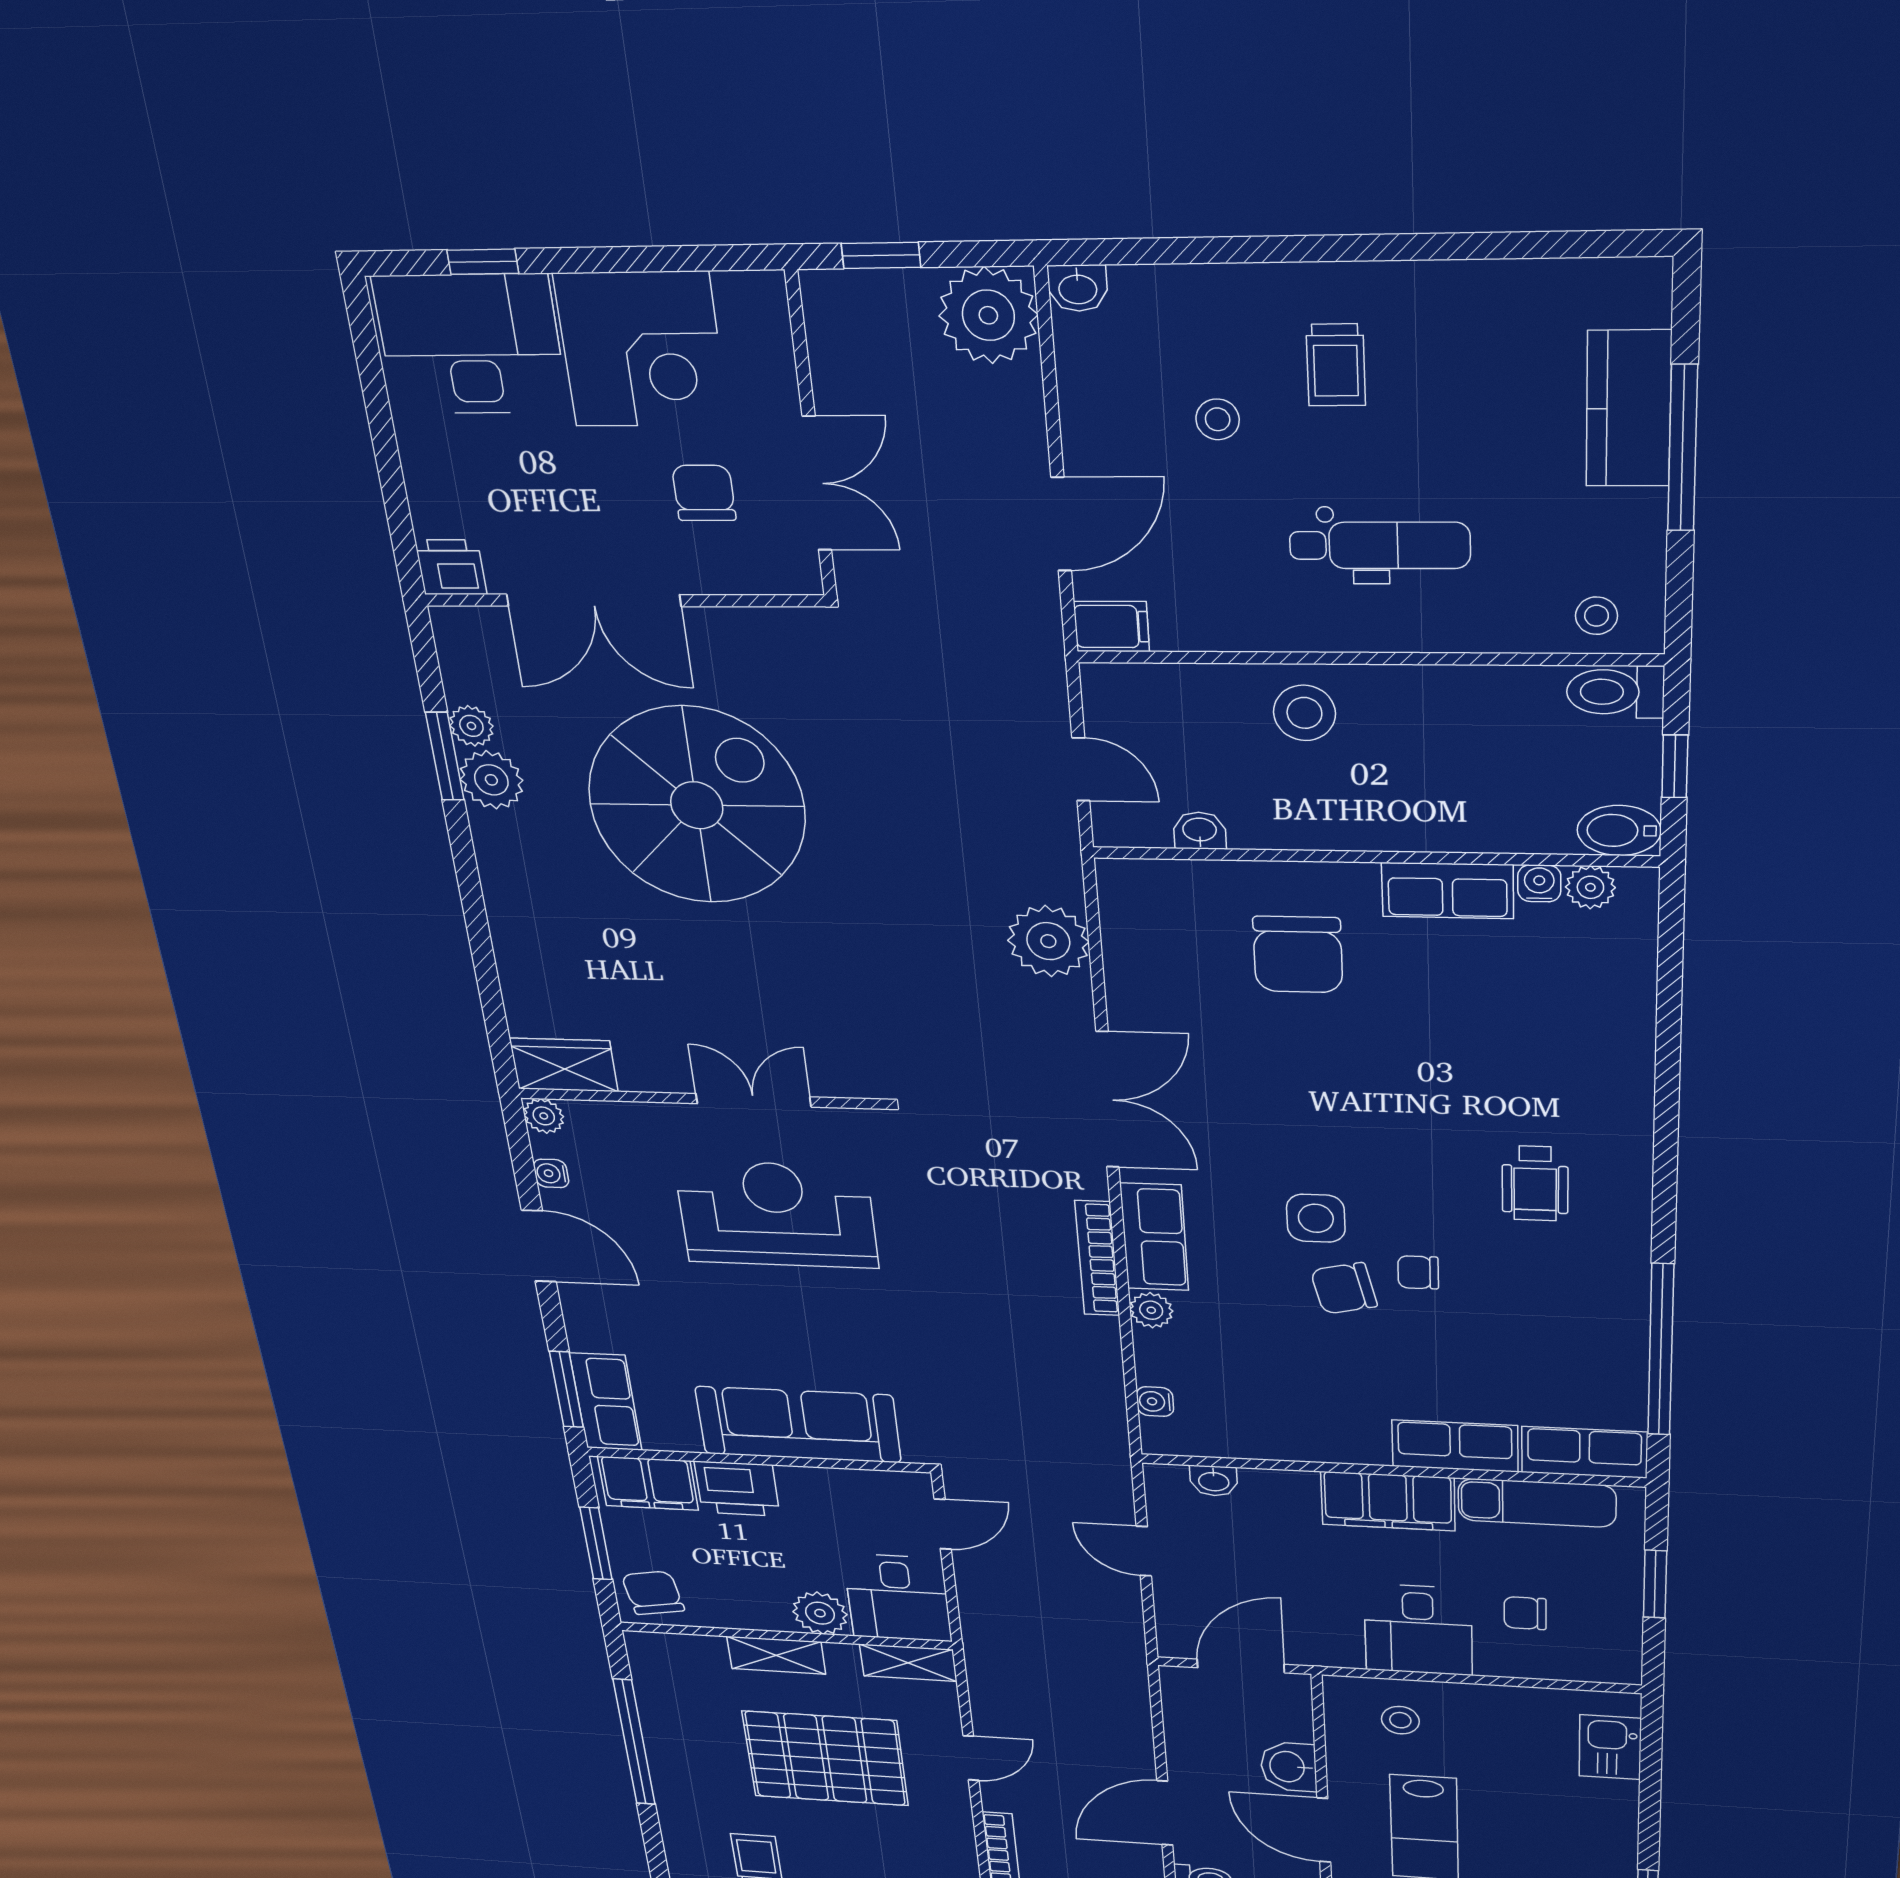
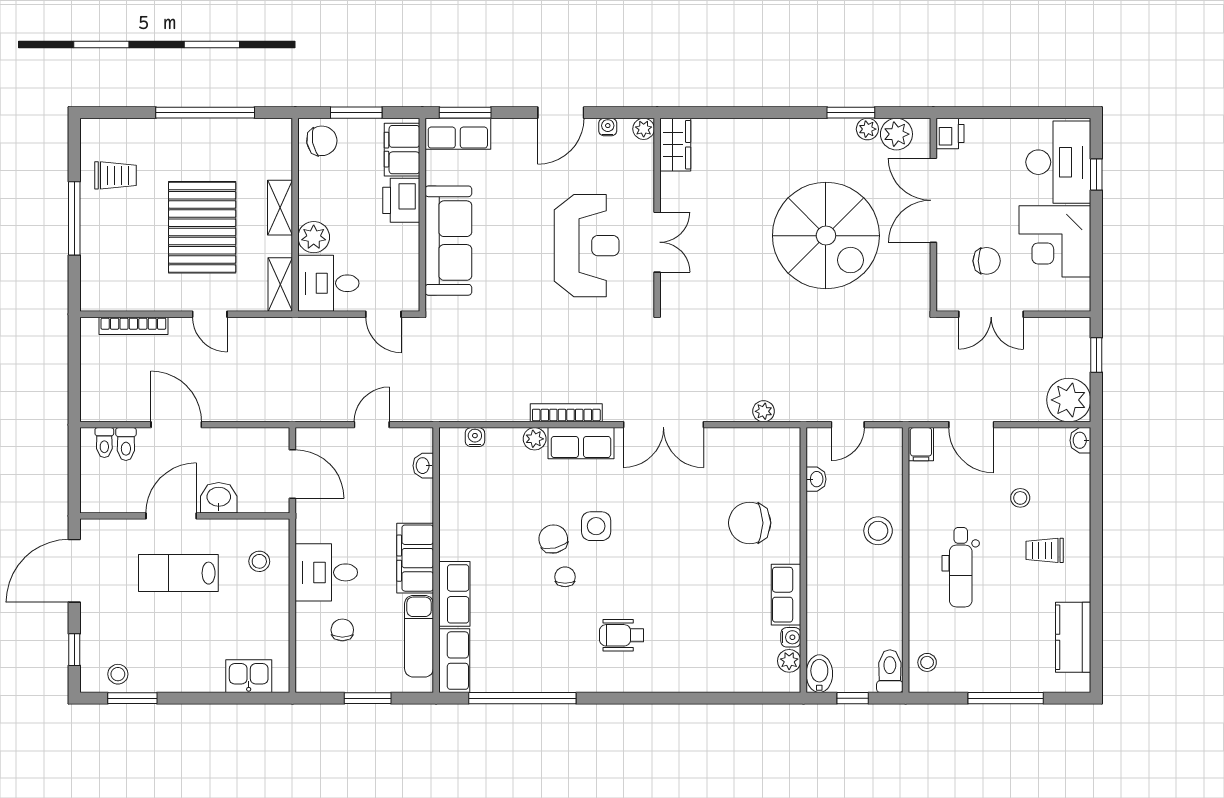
kitchen counter: (1629, 409) -> (1073, 637), moved, turned -90
plant: (491, 780) -> (896, 134), moved
plant: (1048, 941) -> (764, 411), width x0.53, depth x0.53

